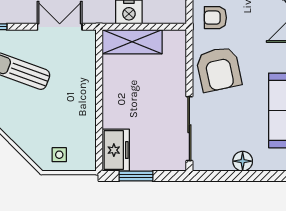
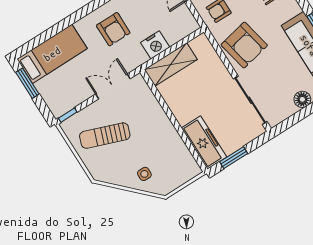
freezer: (116, 150) -> (204, 142), width x1.40
side table: (59, 155) -> (144, 174), moved

